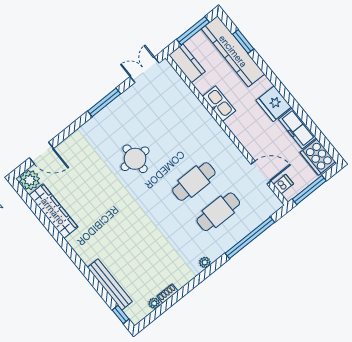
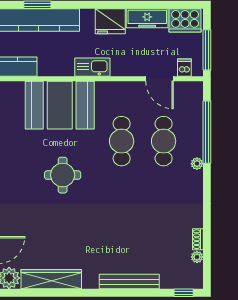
kitchen sink: (219, 104) -> (92, 67), moved
booth: (184, 116) -> (60, 105), added
door: (261, 173) -> (159, 79), swing flipped
plant: (205, 262) -> (197, 164), moved
bench: (110, 284) -> (129, 282), moved

